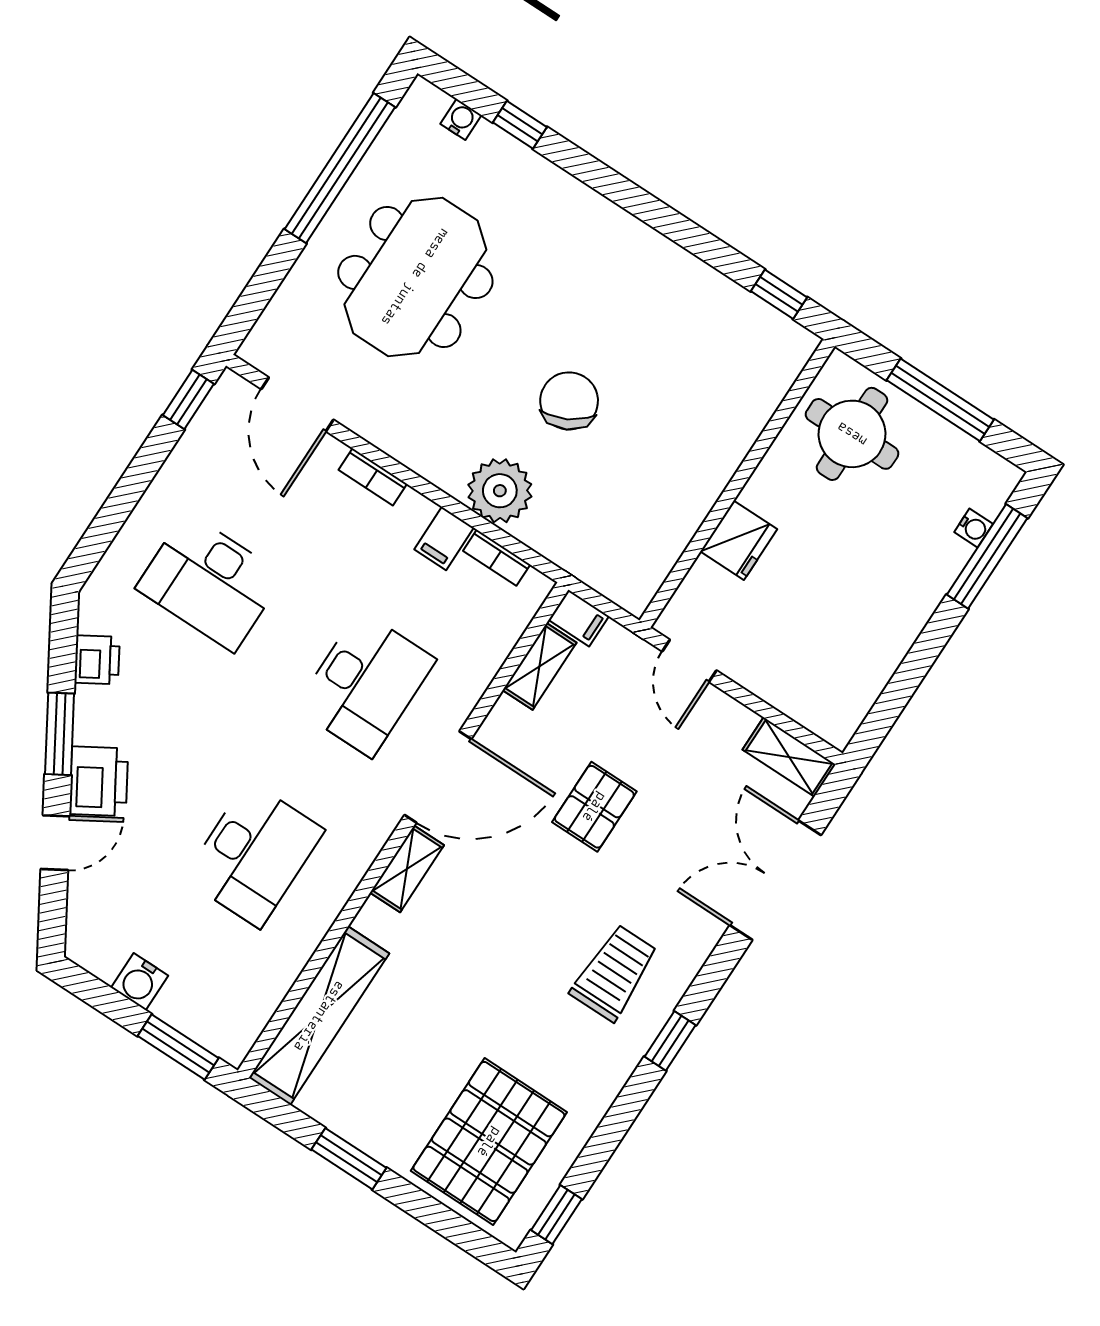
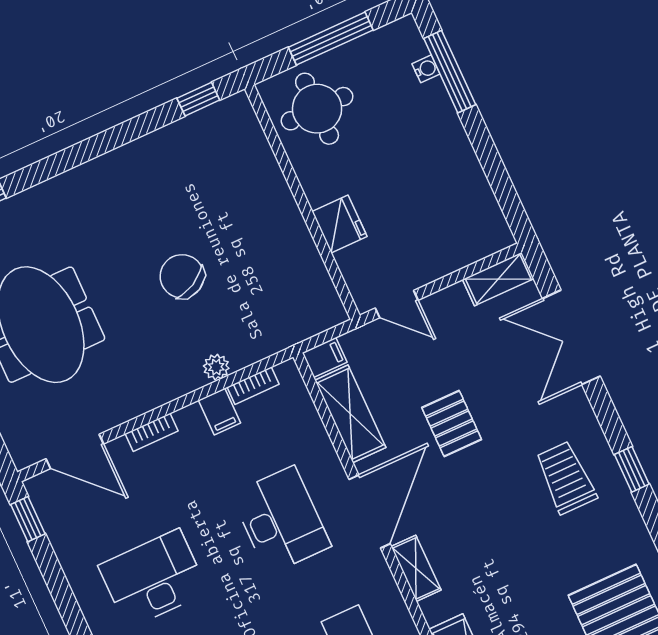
plant: (500, 491) -> (216, 367), width x0.53, depth x0.53
desk: (210, 582) -> (153, 579), turned 180
shelving: (540, 666) -> (350, 414), width x1.50, depth x1.33

